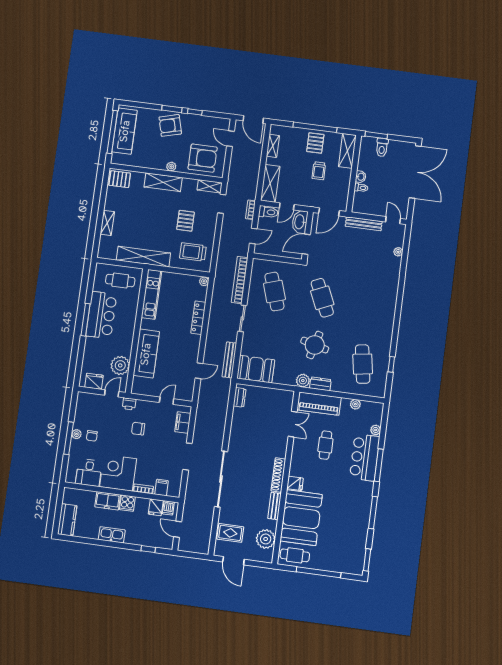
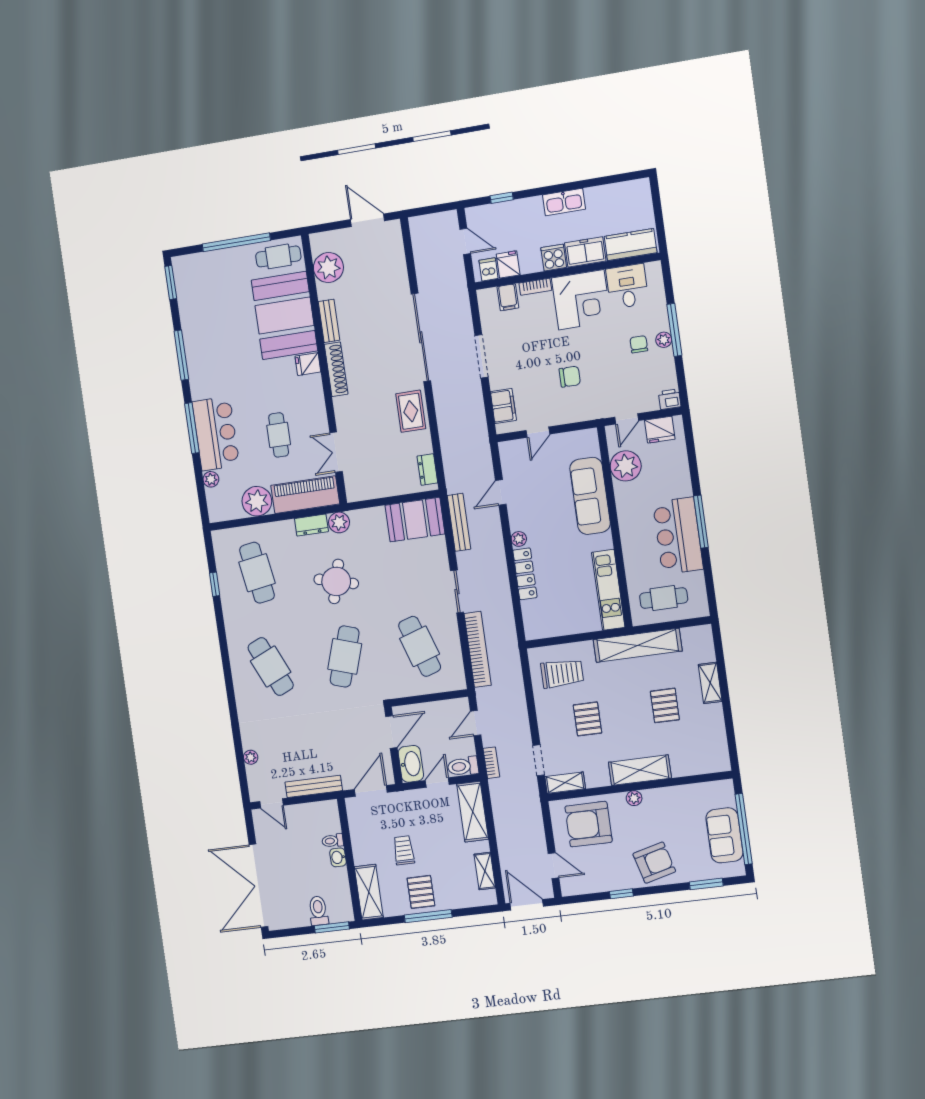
window: (172, 109) -> (706, 884), moved
window: (315, 127) -> (428, 916), width x0.68
sofa: (125, 131) -> (724, 835), width x0.73
pallet: (120, 179) -> (665, 705), moved, turned 90
plant: (204, 281) -> (519, 539), moved
cafe table: (322, 298) -> (345, 656), turned 42
cafe table: (370, 304) -> (271, 667), added
printer: (129, 404) -> (670, 399), moved
plant: (355, 404) -> (257, 501), width x1.88, depth x1.88
kitchen counter: (67, 520) -> (631, 245), moved, turned 90
rug: (230, 533) -> (411, 411), moved, turned 90

